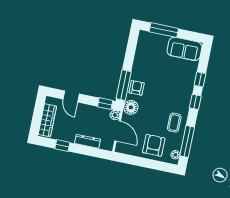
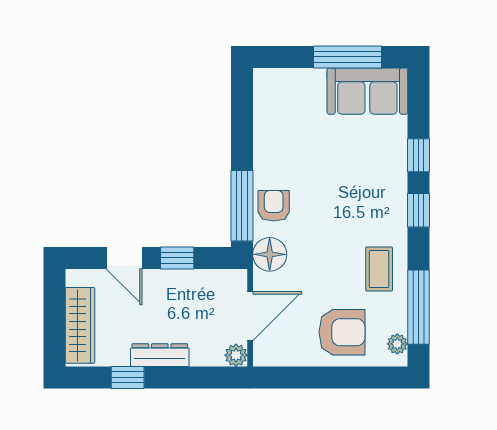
window: (164, 30) -> (348, 57), moved
window: (105, 104) -> (177, 258), moved
plant: (115, 115) -> (236, 355), moved
door: (118, 131) -> (250, 316), hinge flipped
dresser: (88, 141) -> (160, 355), moved
armchair: (154, 145) -> (342, 332), turned 90

